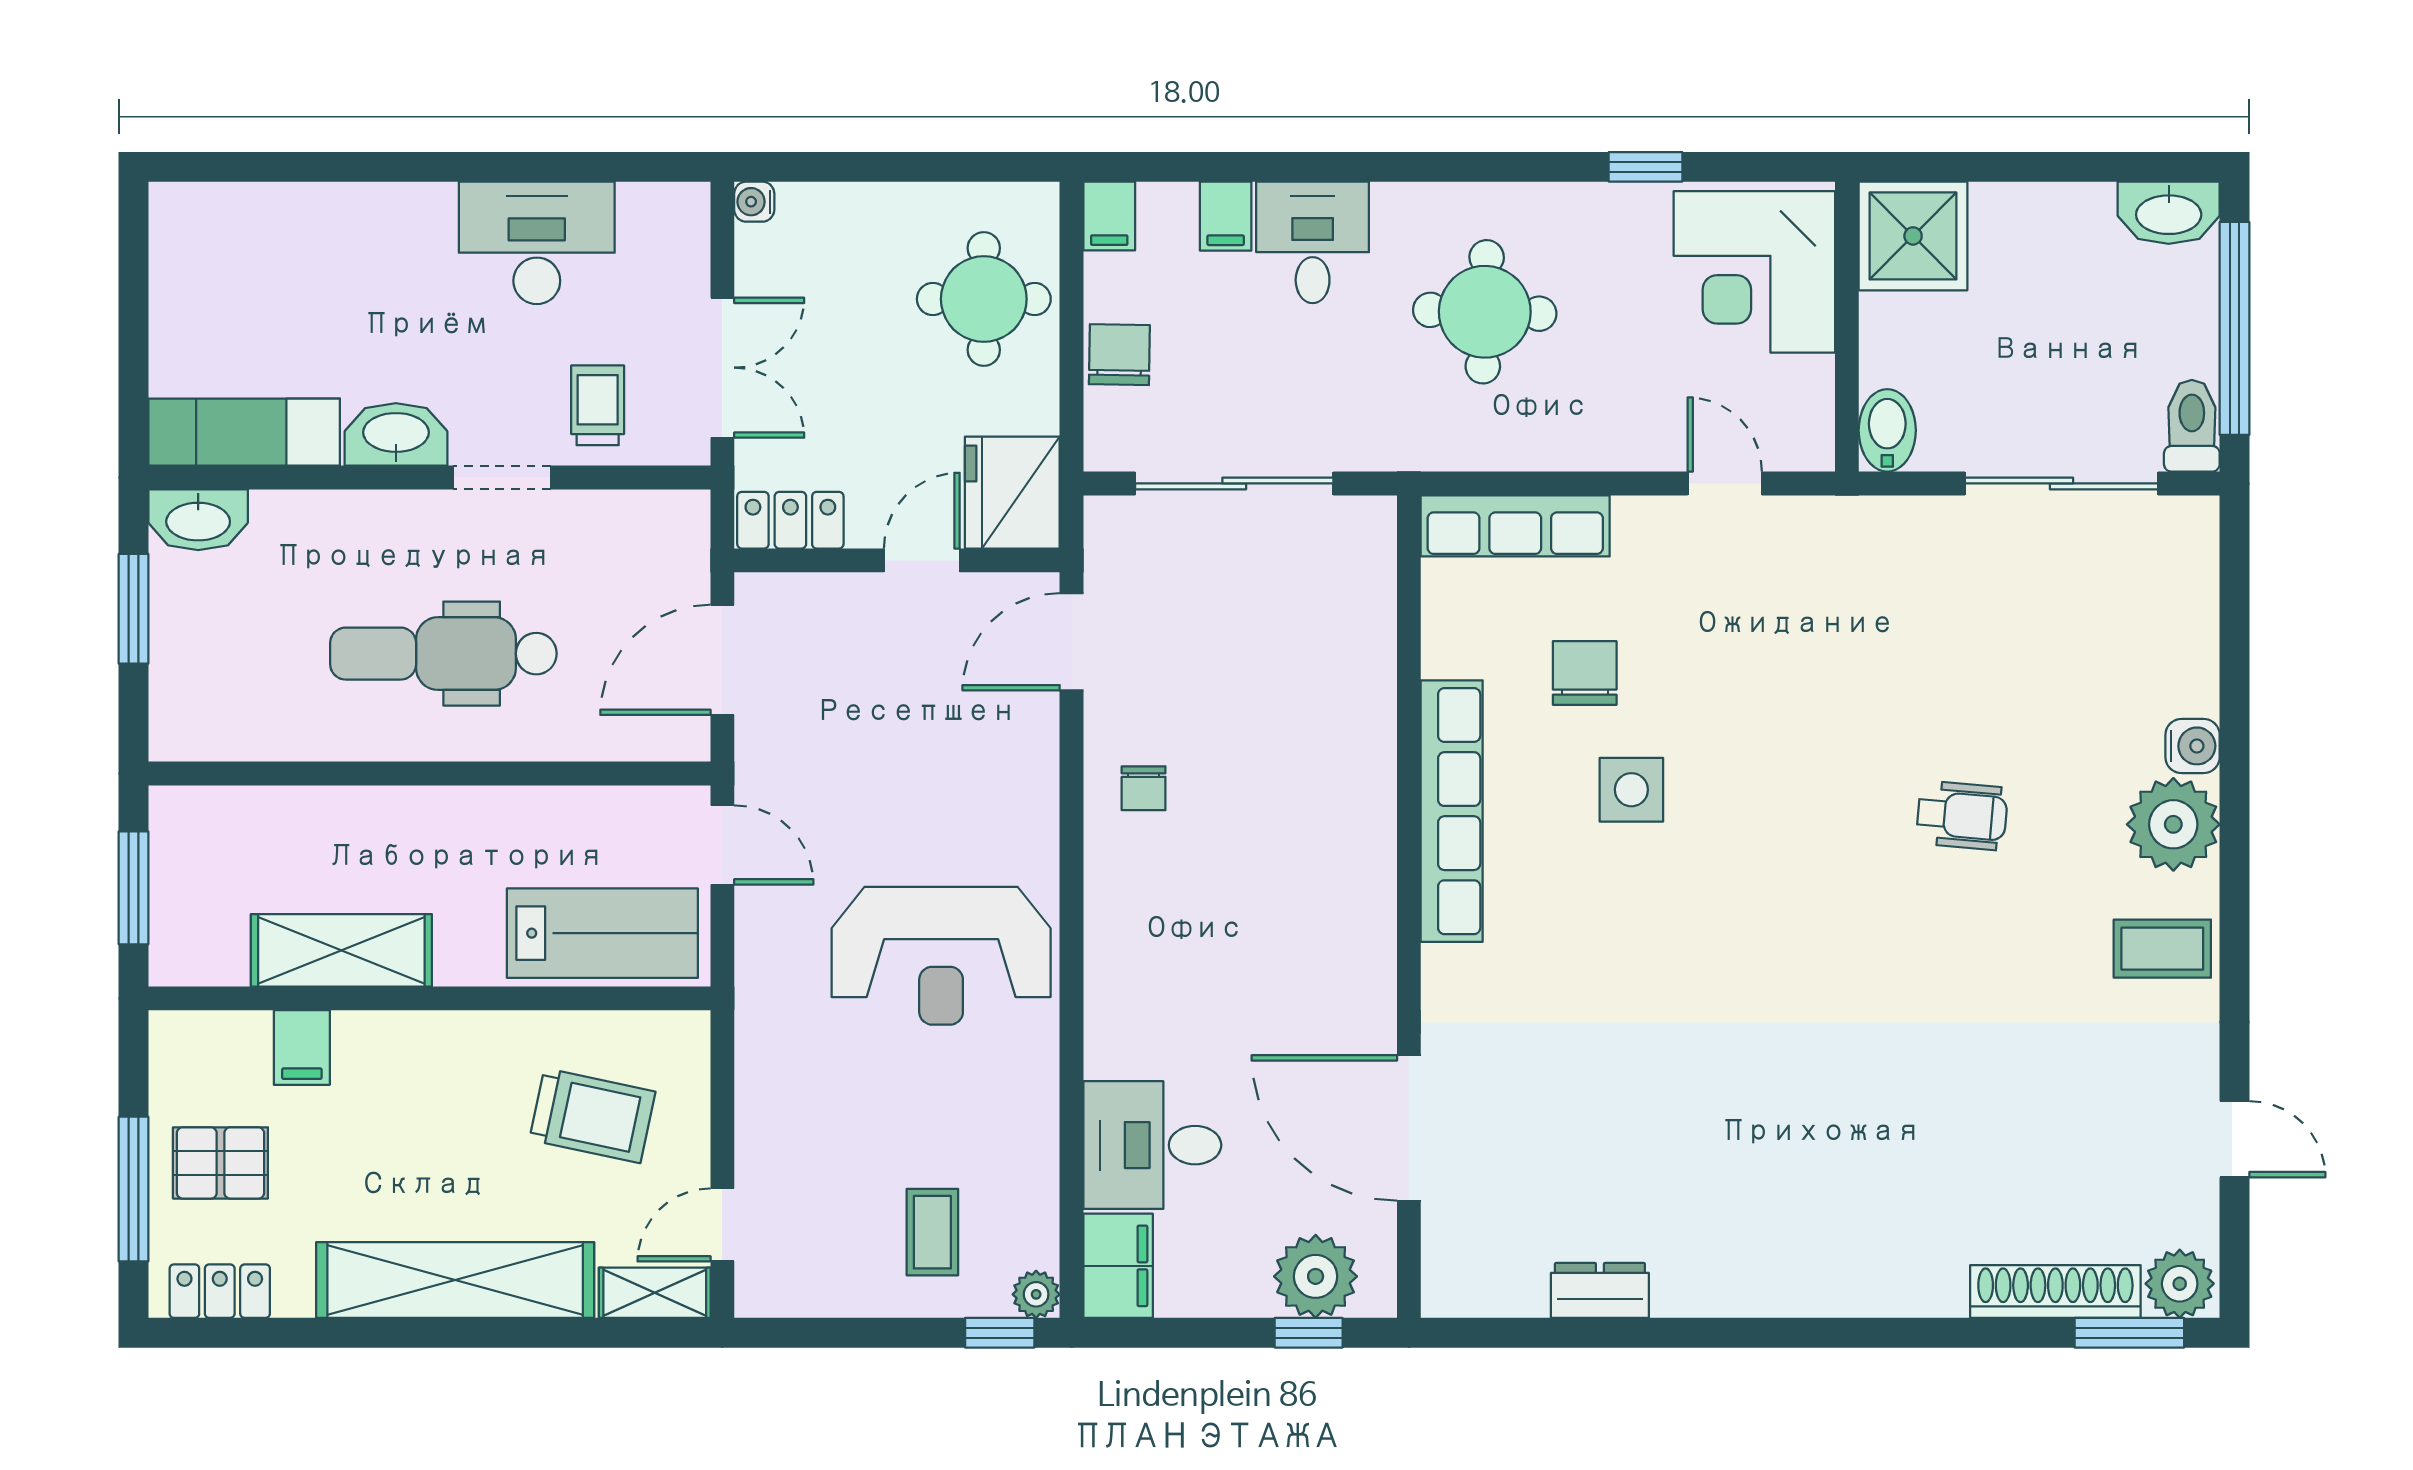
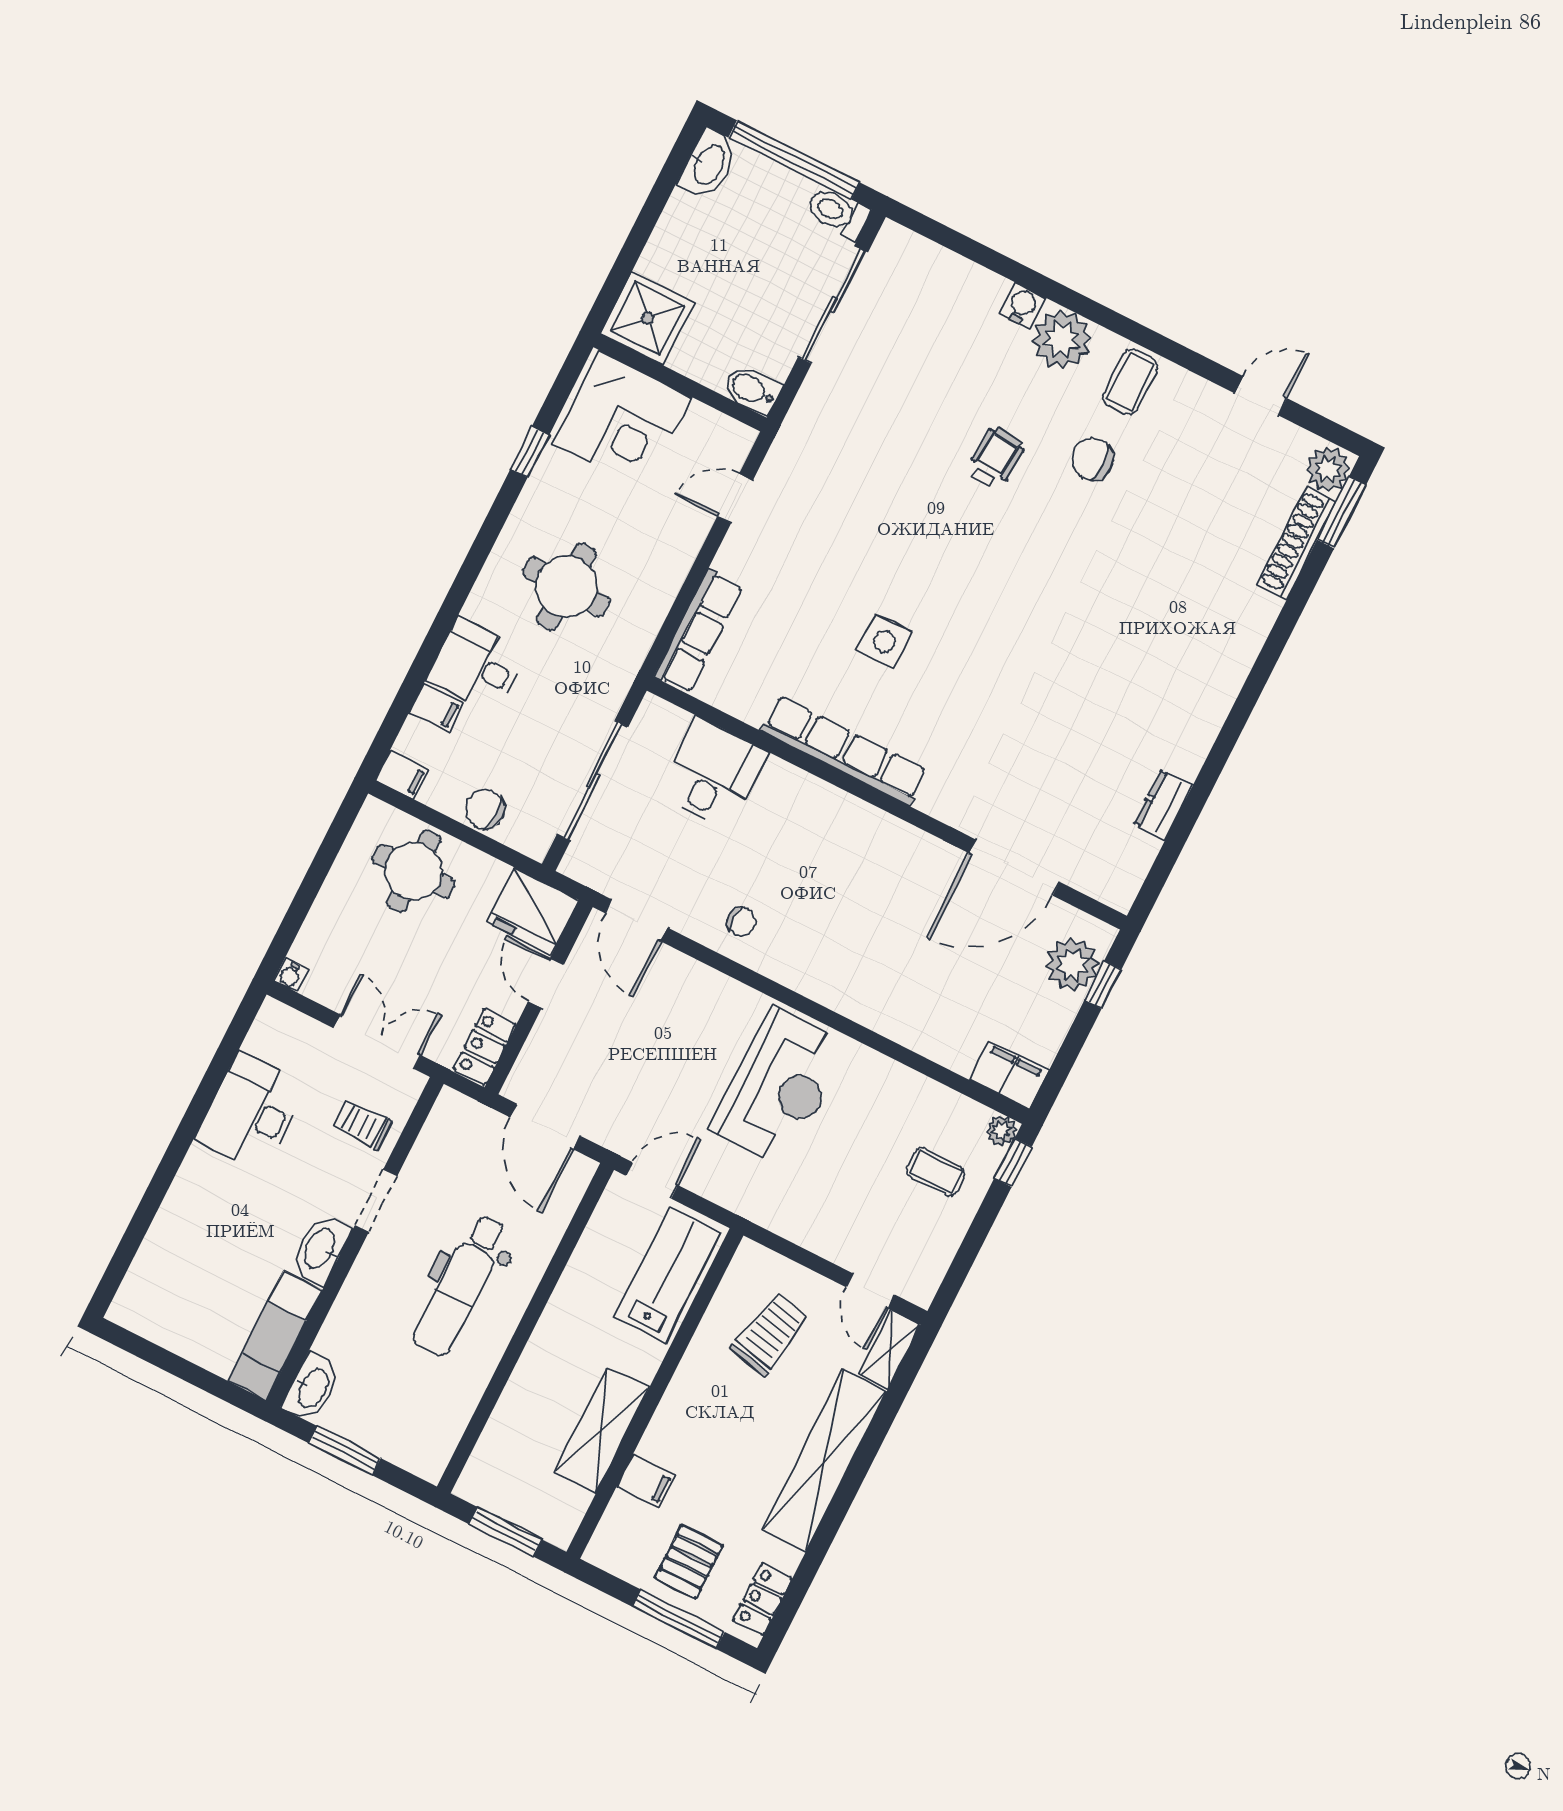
chair: (1585, 673) -> (1092, 459), moved
desk: (1152, 1145) -> (713, 774), moved, turned 180

